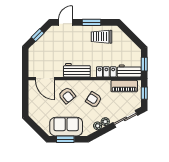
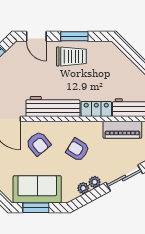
door: (66, 22) -> (36, 36), swing flipped
trolley: (102, 37) -> (71, 56), moved, turned 180
workbench: (77, 70) -> (53, 106), width x1.38

